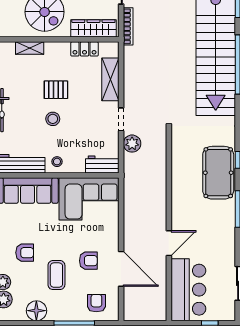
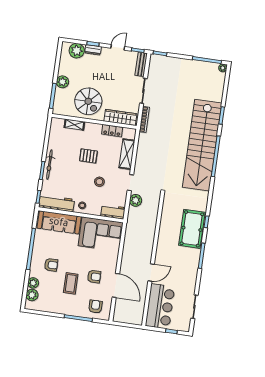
stool: (53, 119) -> (99, 182), moved
floor lamp: (36, 311) -> (53, 306), removed

